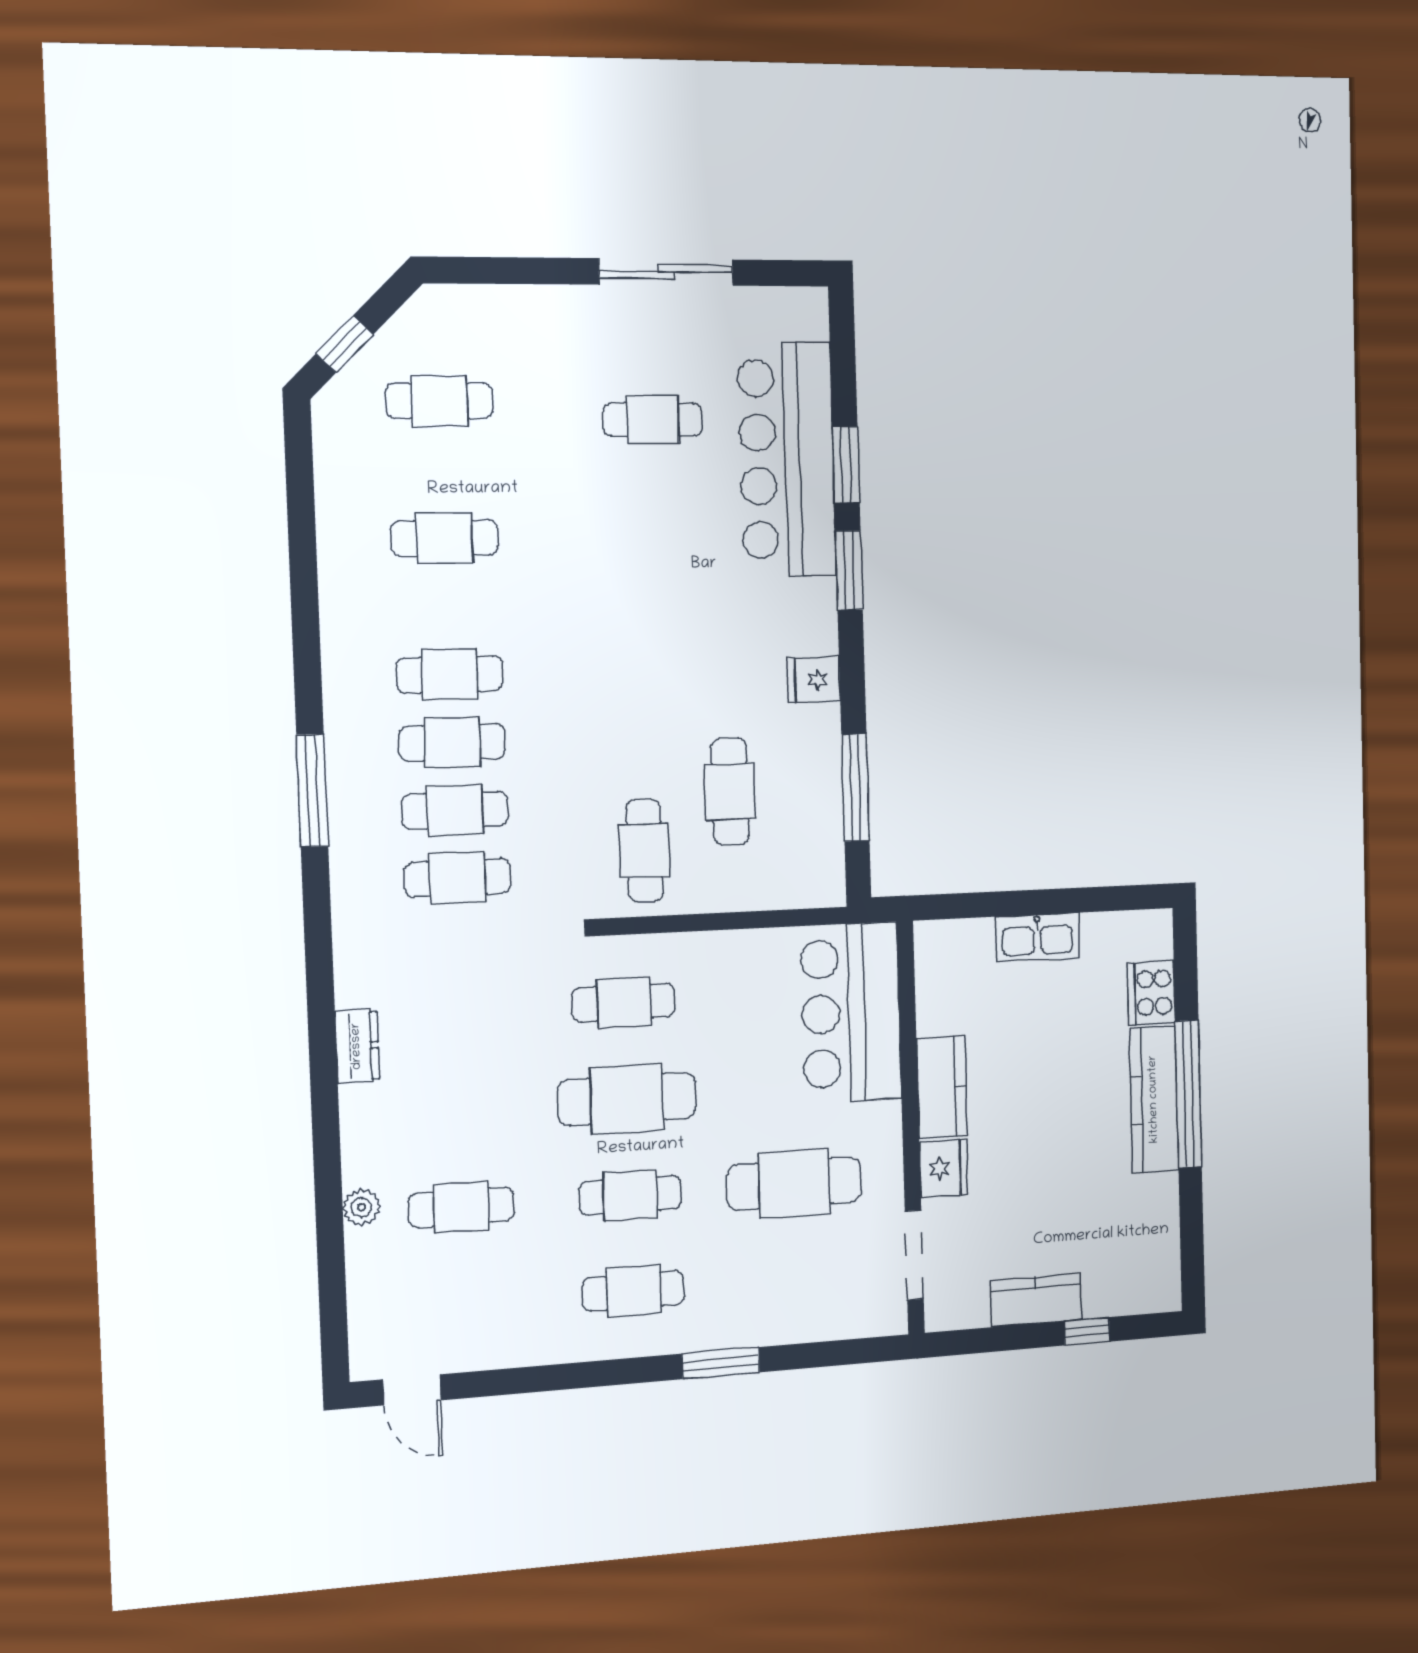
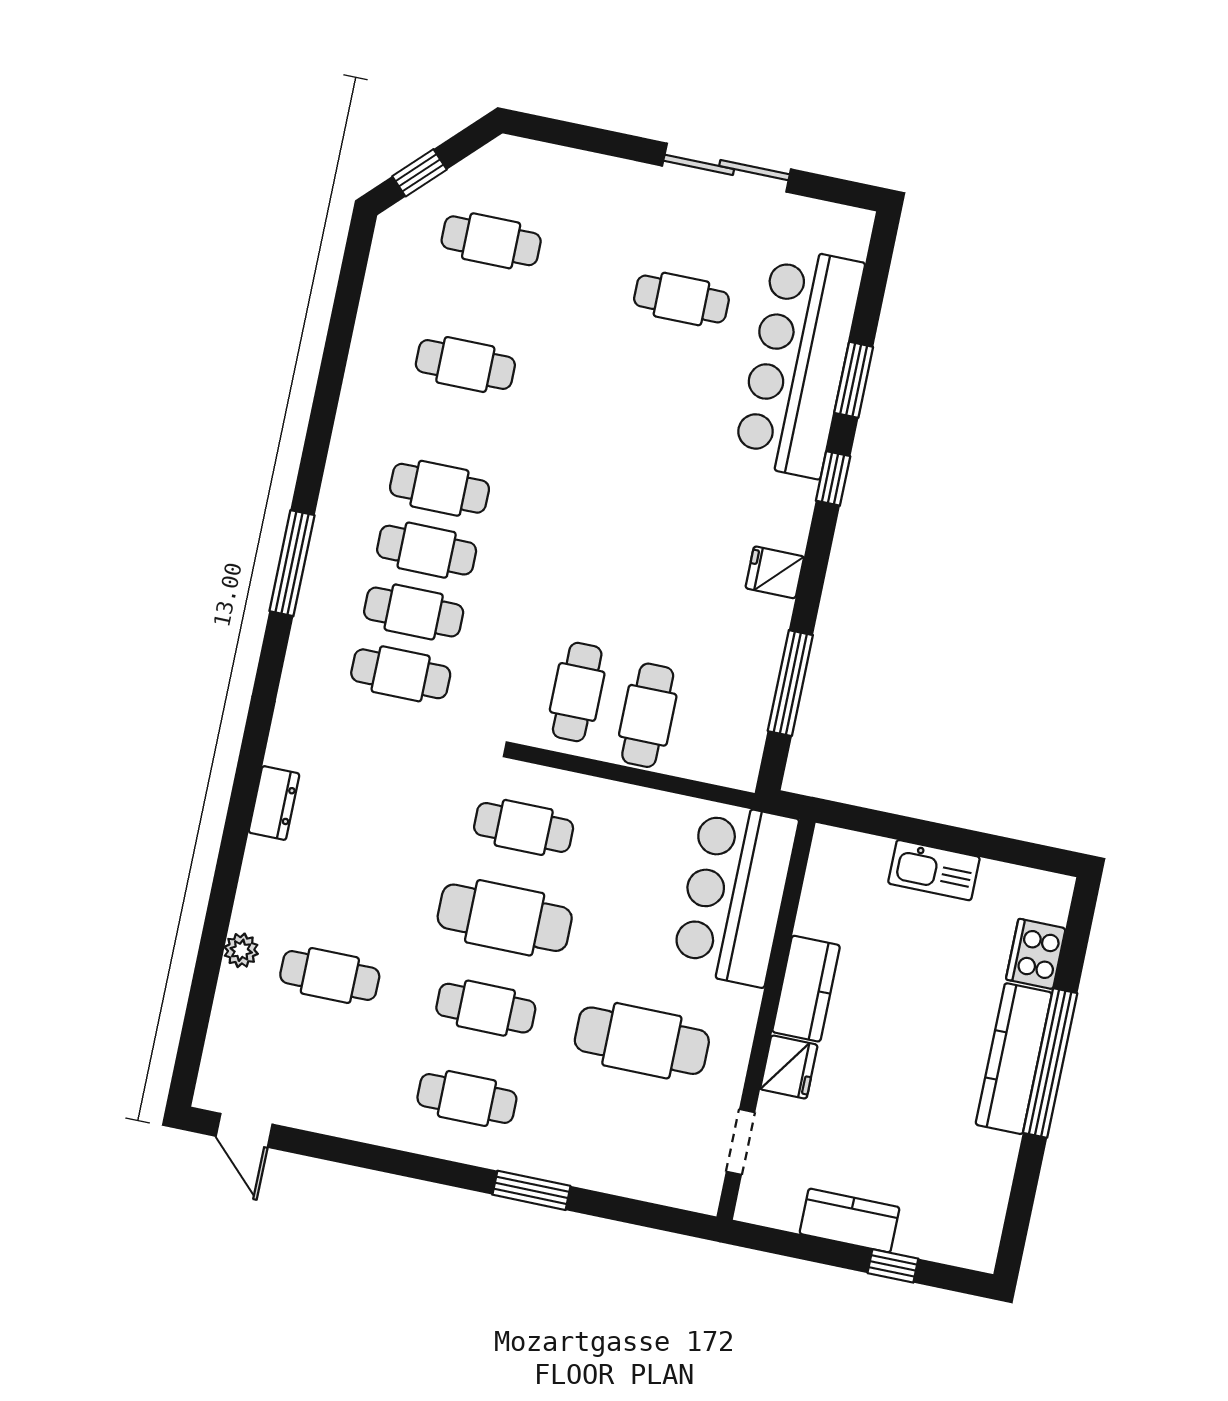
window: (849, 570) -> (833, 478), width x0.67
cafe table: (730, 792) -> (648, 715), moved
doorway: (914, 1255) -> (740, 1142), width x0.73

